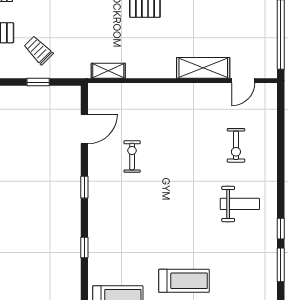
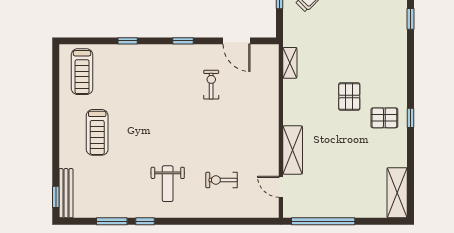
exercise bike: (132, 157) -> (211, 85), turned -90

